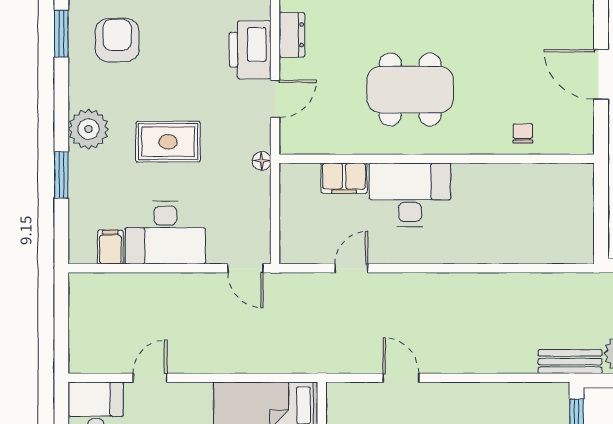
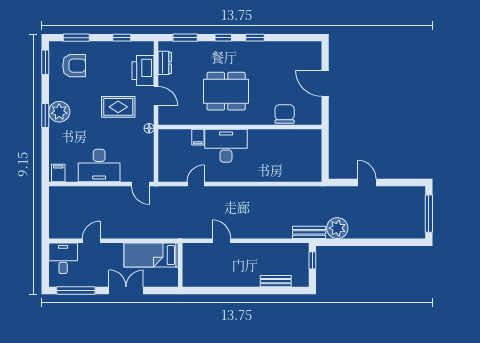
armchair: (117, 40) -> (74, 66), turned 90
door: (275, 99) -> (156, 96), hinge flipped
chair: (523, 133) -> (285, 114), width x1.87, depth x1.87
rug: (168, 142) -> (118, 107), moved
window: (61, 175) -> (45, 115), moved
filing cabinet: (344, 178) -> (198, 137), width x0.50
filing cabinet: (110, 247) -> (58, 173), moved

